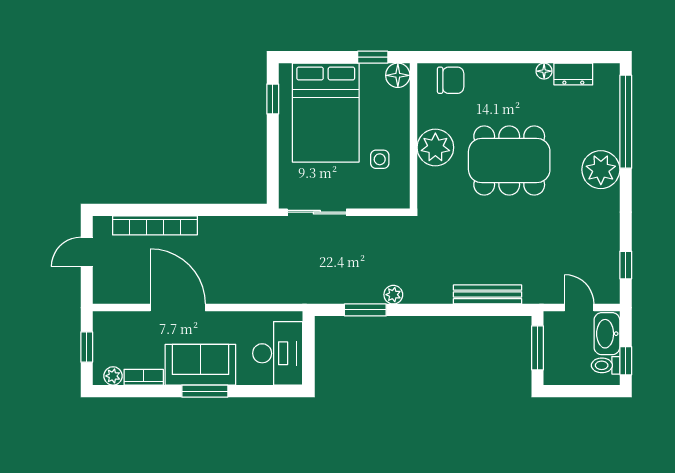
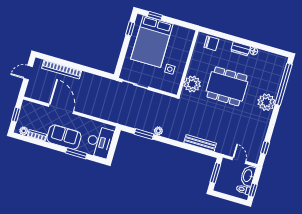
window: (373, 57) -> (155, 16), moved
dresser: (573, 74) -> (241, 49), moved
floor lamp: (398, 75) -> (189, 34), removed
plant: (435, 147) -> (192, 84), moved
window: (205, 391) -> (76, 153), moved

